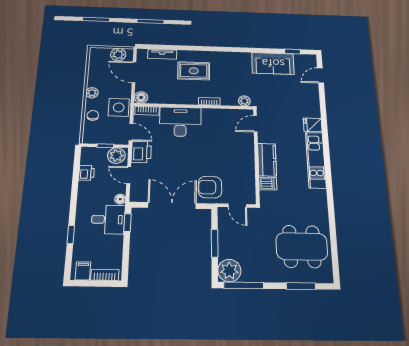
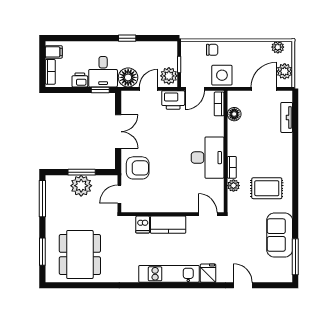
window: (292, 51) -> (295, 257), width x2.17
rug: (194, 71) -> (267, 188), moved, turned 90
door: (320, 75) -> (243, 285), moved
plant: (92, 93) -> (278, 47), moved
floor lamp: (141, 97) -> (234, 114), moved
plant: (244, 101) -> (233, 186), moved
desk: (180, 122) -> (208, 158), moved
printer: (87, 173) -> (80, 80), moved, turned 180
armchair: (210, 187) -> (138, 168), turned 90
floor lamp: (120, 199) -> (128, 77), width x1.89, depth x1.89
double door: (172, 205) -> (118, 132), width x0.73
window: (71, 235) -> (127, 38), moved
plant: (229, 271) -> (81, 186), moved

